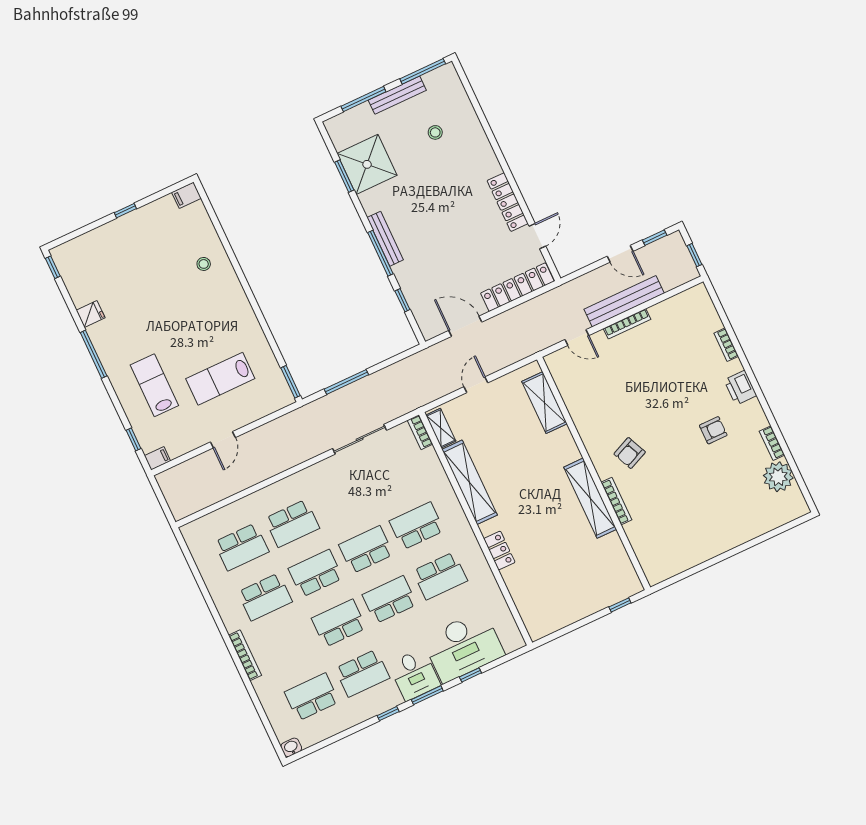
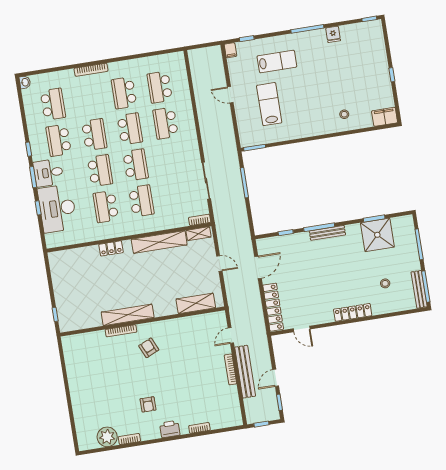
bench: (397, 95) -> (419, 289), moved
filing cabinet: (186, 195) -> (385, 117), width x2.00
locker: (508, 202) -> (353, 312), moved

